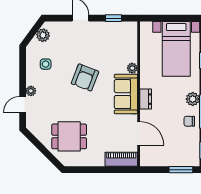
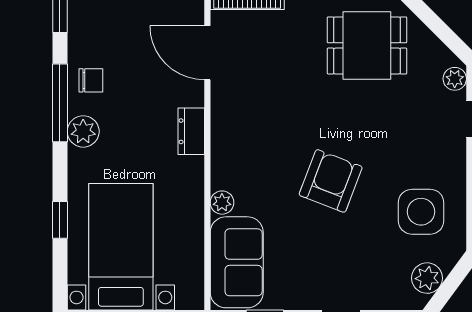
side table: (46, 64) -> (421, 212), width x1.87, depth x1.87
plant: (31, 91) -> (455, 79), moved
sofa: (126, 94) -> (237, 262), moved

